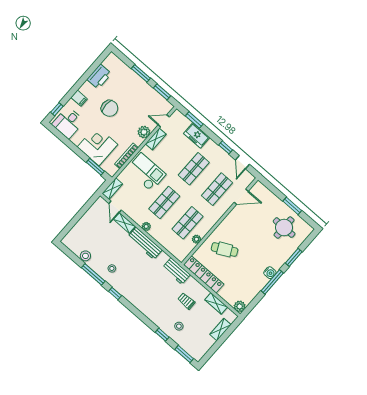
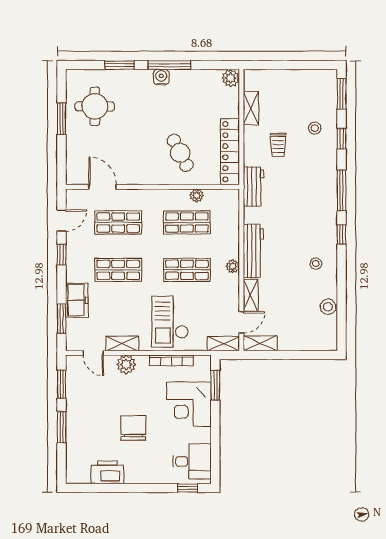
filing cabinet: (79, 98) -> (153, 473), removed
window: (93, 274) -> (342, 190), moved
shelving: (220, 330) -> (260, 343), moved

